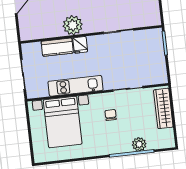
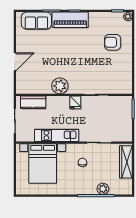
fridge: (80, 45) -> (75, 102), moved
kitchen counter: (57, 47) -> (33, 102), moved

